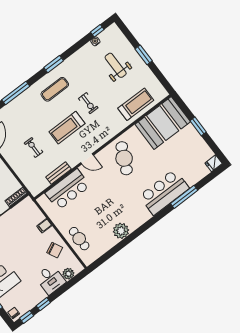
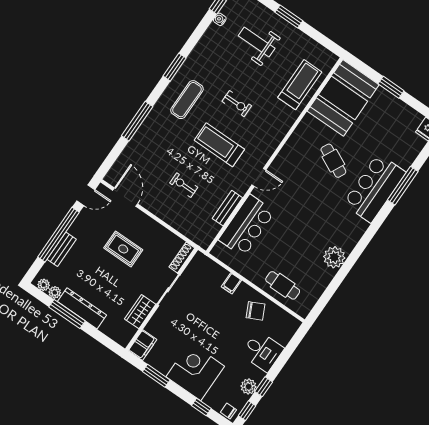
treadmill: (67, 128) -> (219, 145), turned 90
cafe table: (124, 158) -> (333, 161), moved, width x0.73, depth x0.74
plant: (68, 274) -> (249, 387), moved

